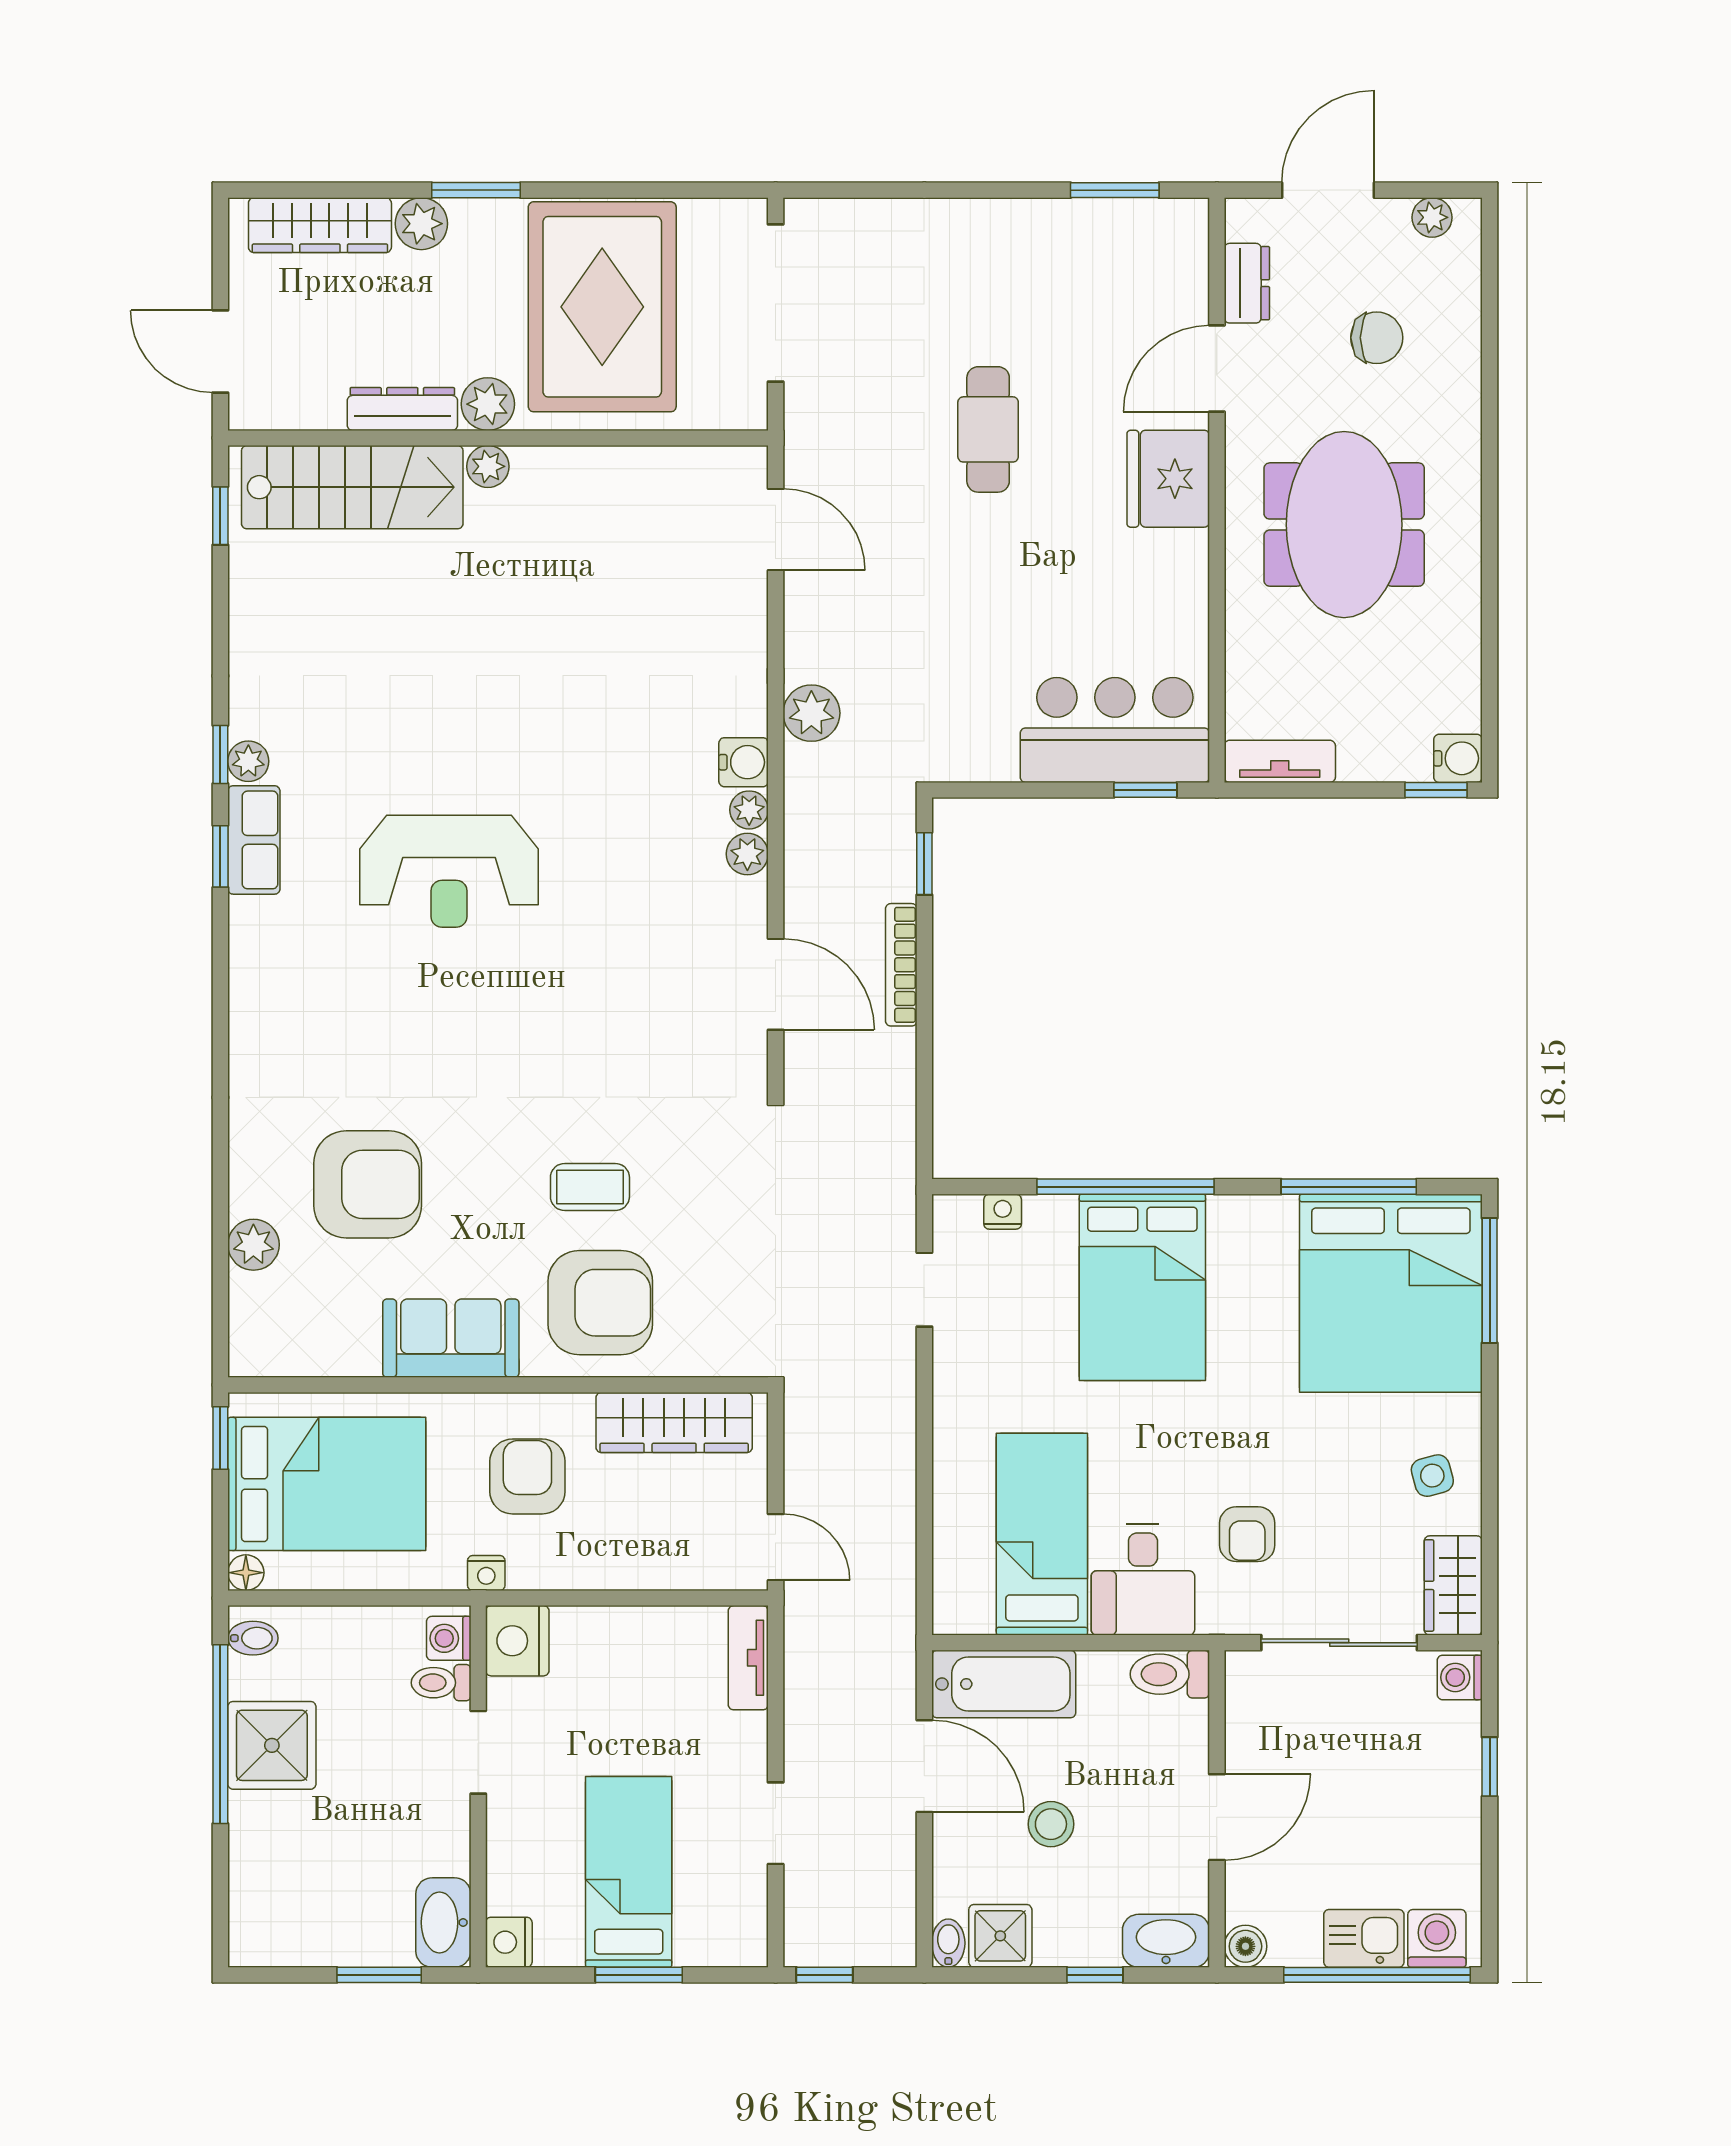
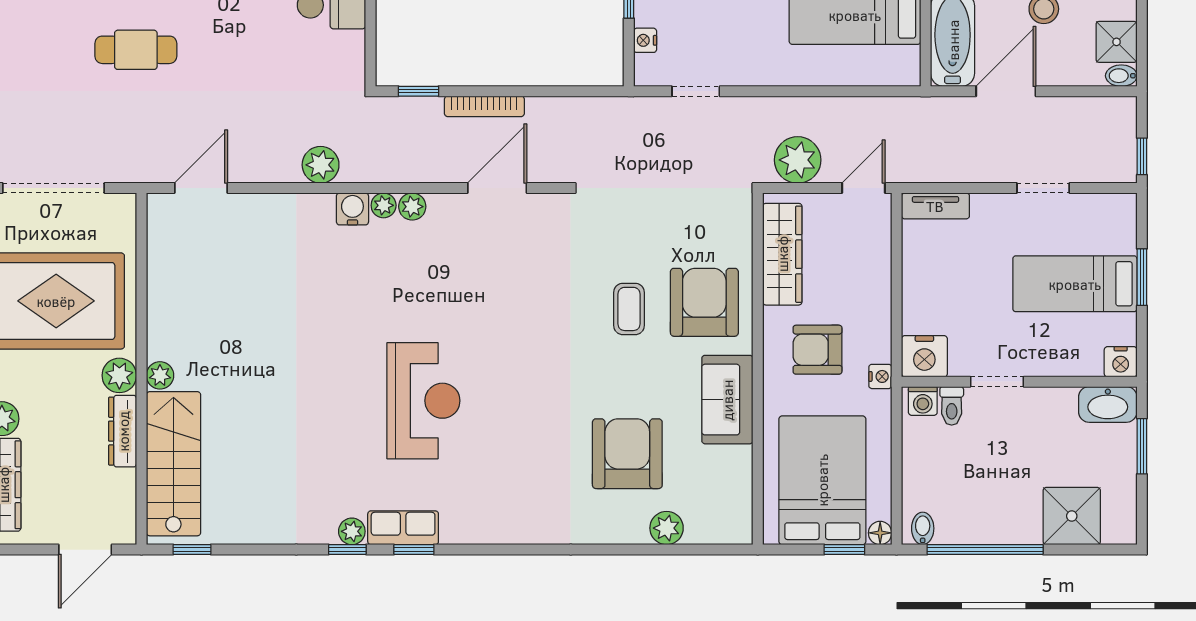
window: (220, 1438) -> (844, 550), moved
plant: (819, 1446) -> (798, 160), added
shower: (272, 1745) -> (1072, 516), moved

